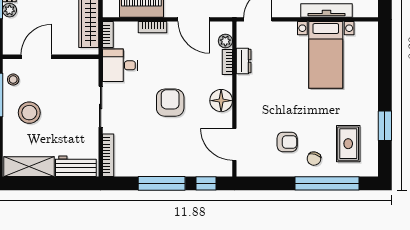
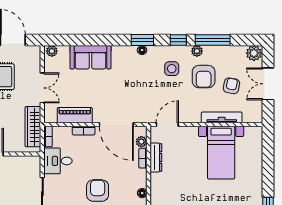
door: (194, 19) -> (116, 125), width x1.36
dresser: (244, 61) -> (156, 157), width x1.44
floor lamp: (221, 101) -> (142, 193), width x0.53, depth x0.53

